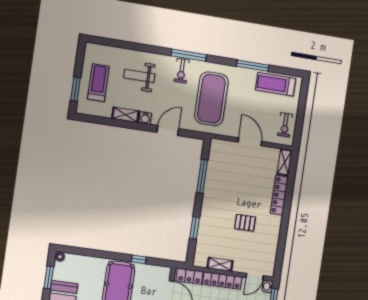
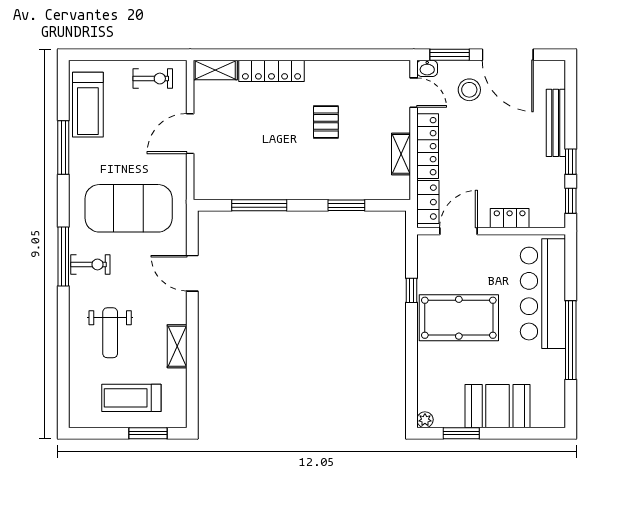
water cooler: (145, 118) -> (177, 313), removed

